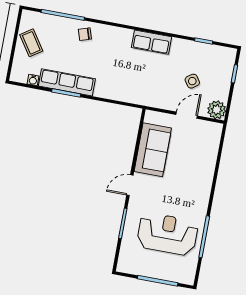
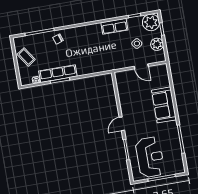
row of seats: (151, 42) -> (114, 26), moved
plant: (223, 59) -> (151, 22), added
plant: (217, 110) -> (157, 44), moved
door: (187, 115) -> (141, 66), swing flipped
sofa: (153, 150) -> (164, 105), moved, turned 180
reception desk: (167, 234) -> (150, 157), moved, turned 90

